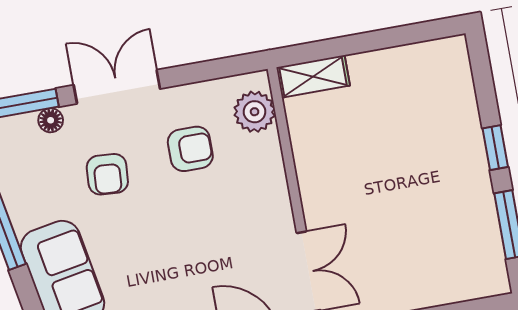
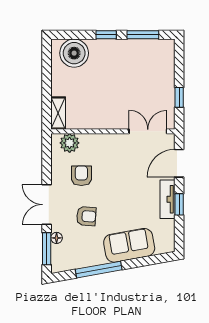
boiler: (445, 87) -> (74, 53), added

